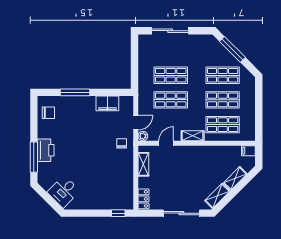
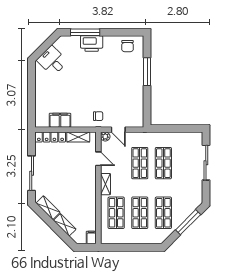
filing cabinet: (107, 103) -> (60, 120), moved, turned 90
locker: (143, 199) -> (50, 137), width x1.53
window: (118, 213) -> (32, 113), removed

